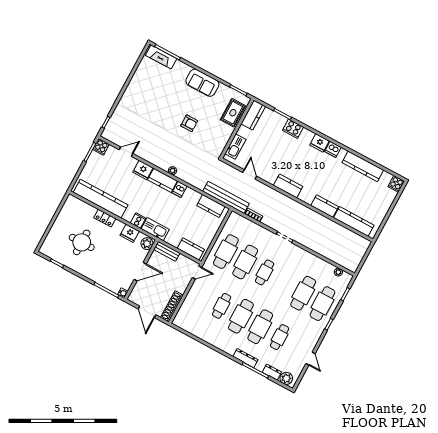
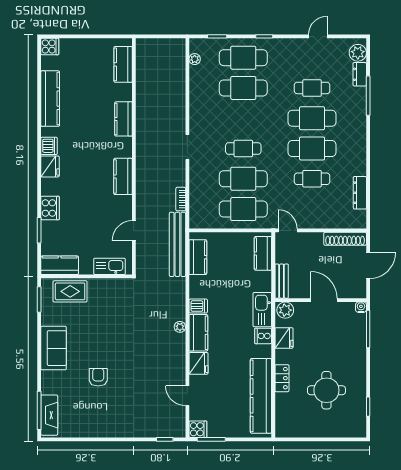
armchair: (189, 123) -> (98, 377), moved
kitchen counter: (354, 222) -> (123, 64), width x0.67
dresser: (245, 358) -> (360, 193), moved

